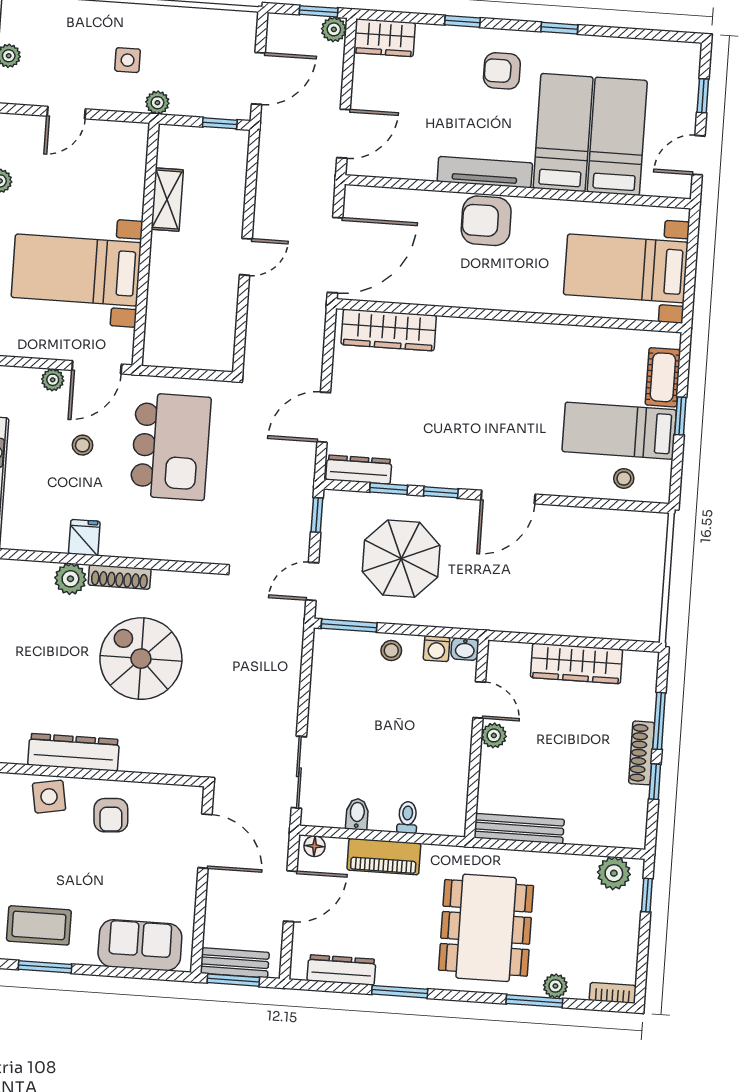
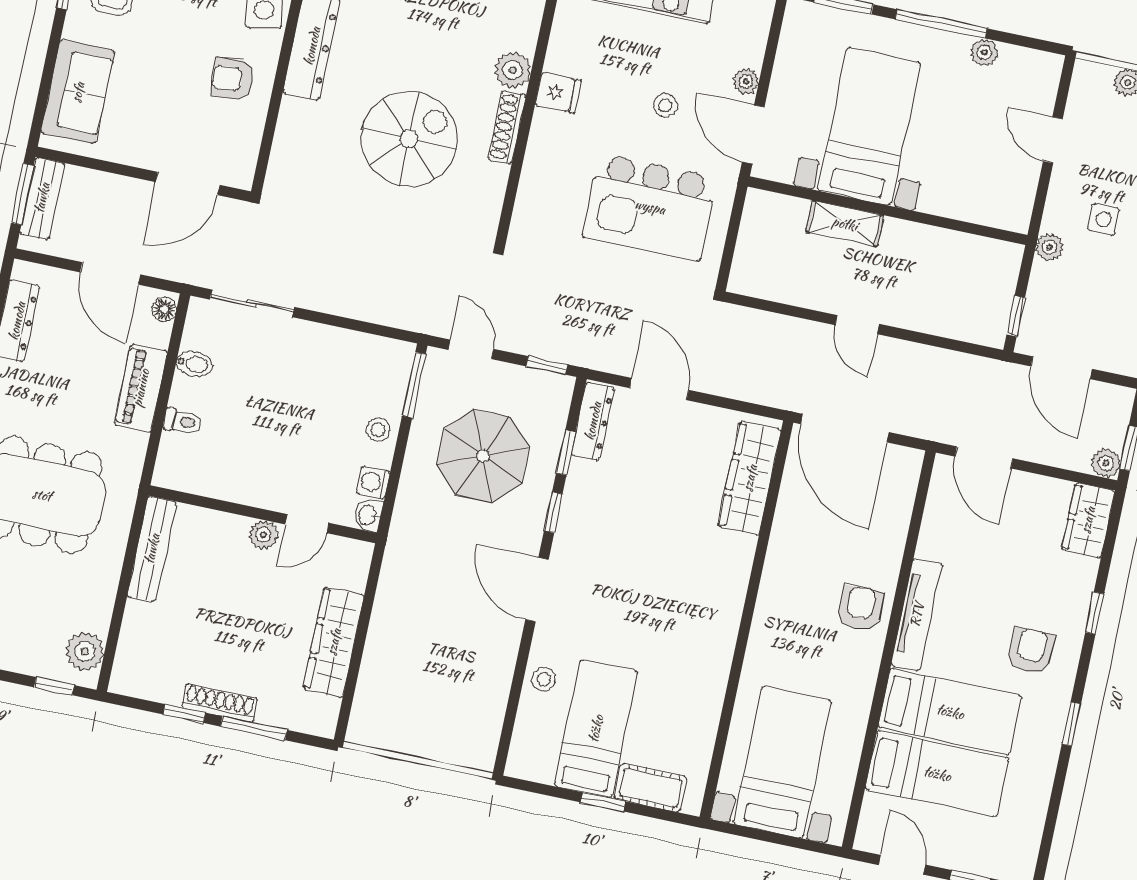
shelving: (167, 200) -> (845, 224), moved
armchair: (486, 221) -> (860, 609), width x0.72, depth x0.72
stool: (624, 478) -> (544, 679), moved

